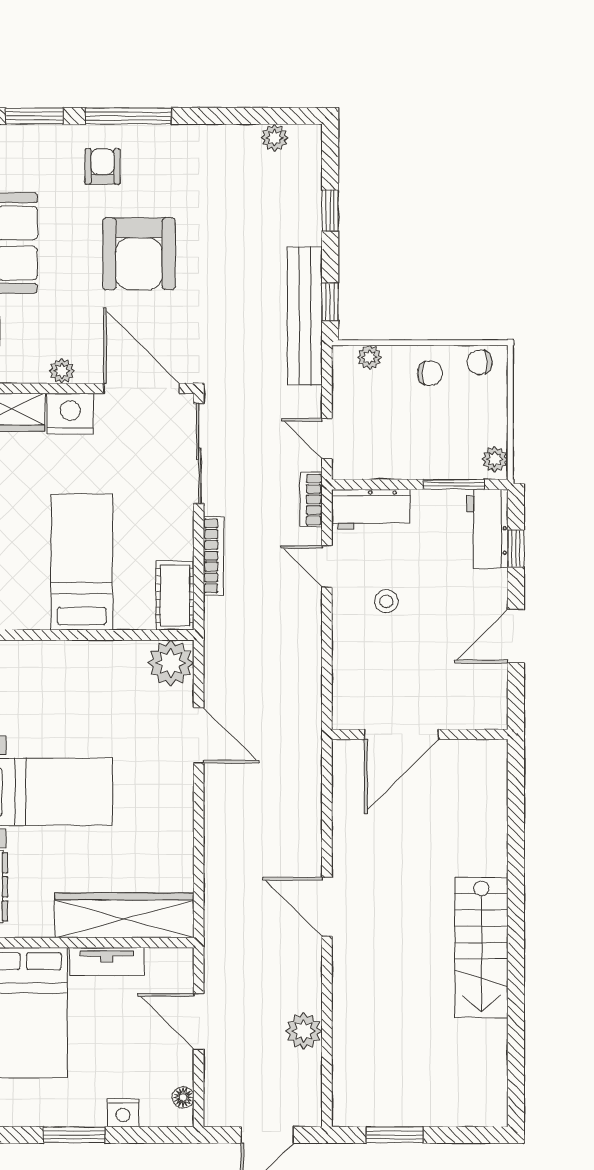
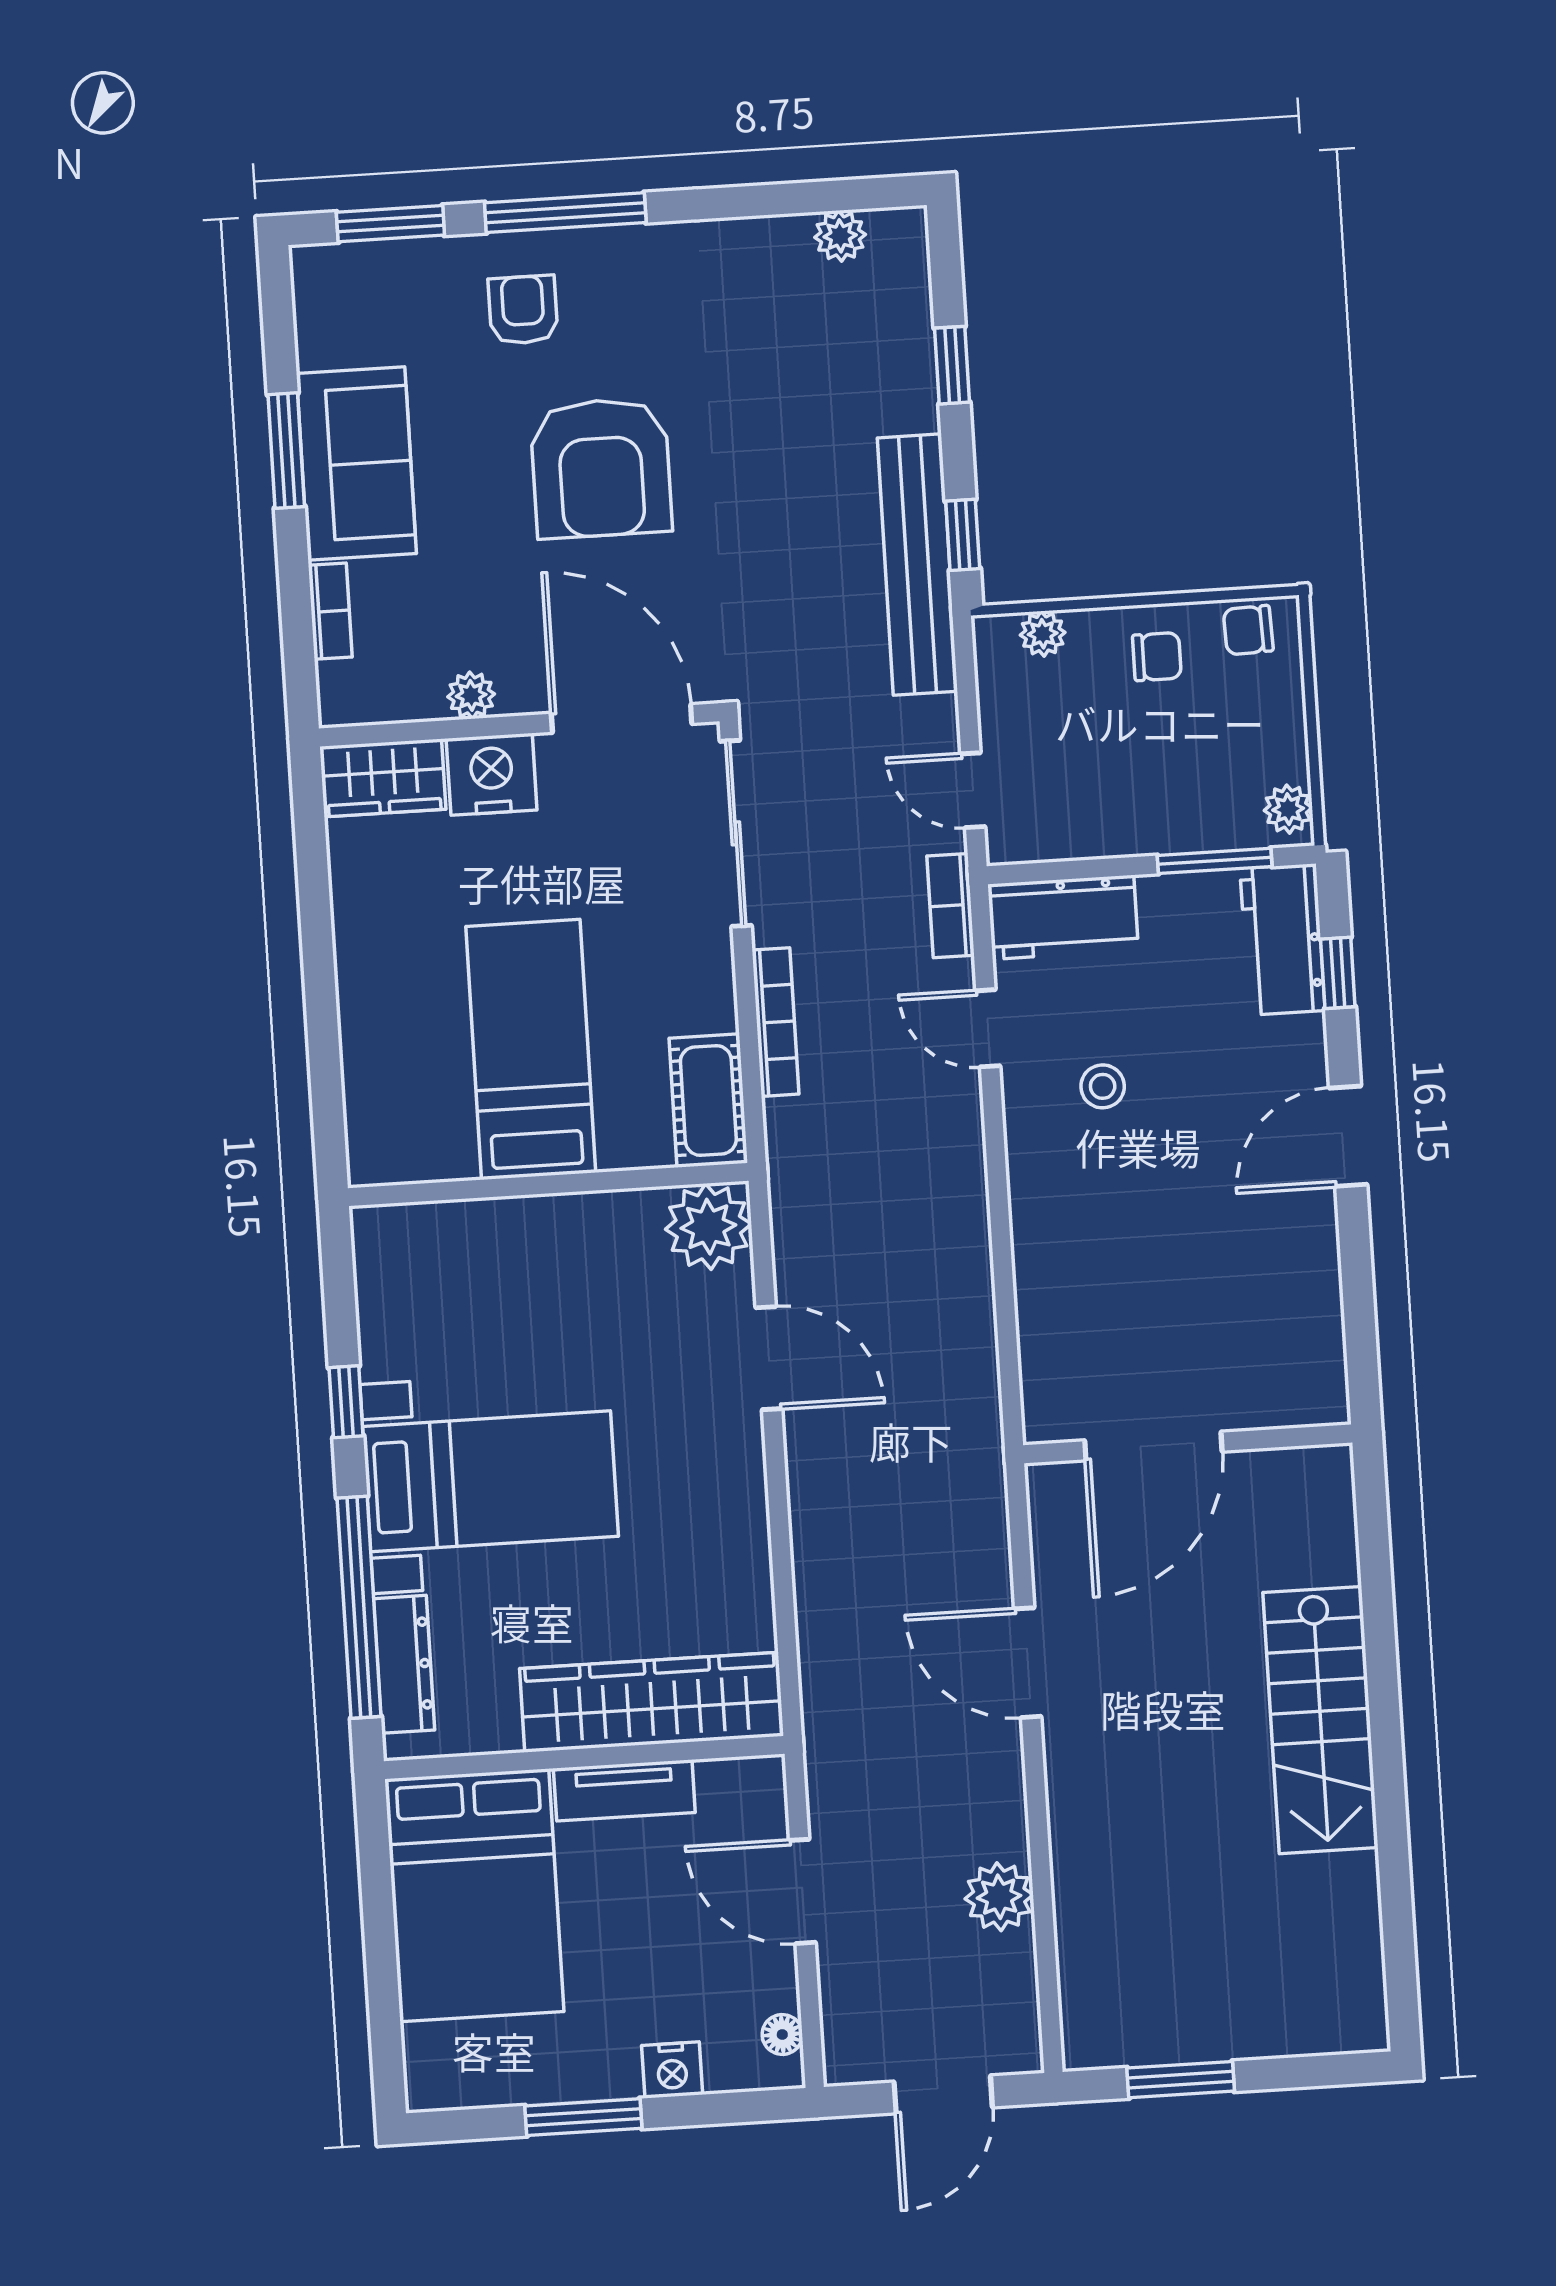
door: (401, 734) -> (1153, 1446), moved
wall: (420, 734) -> (1188, 1444), moved

